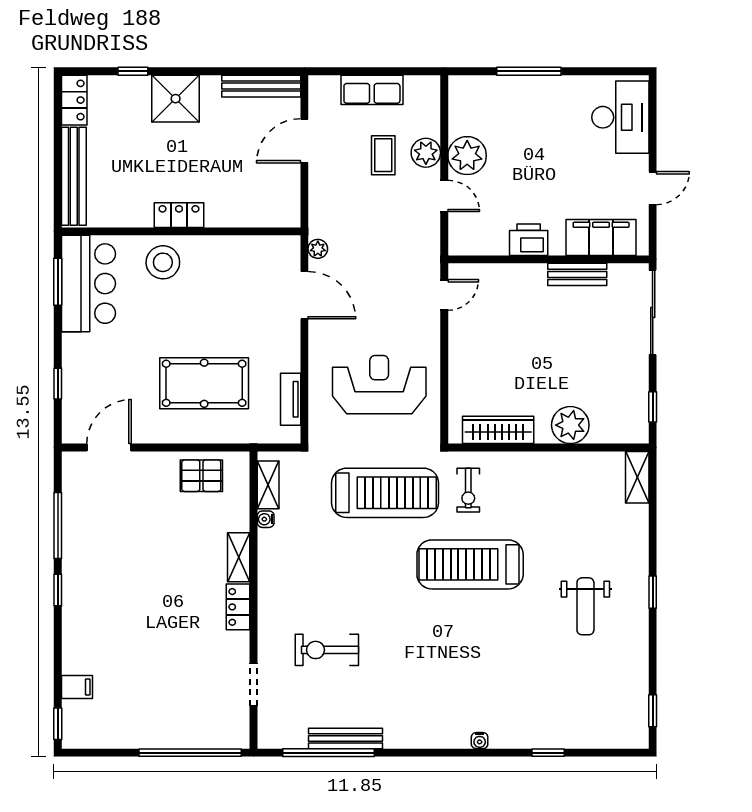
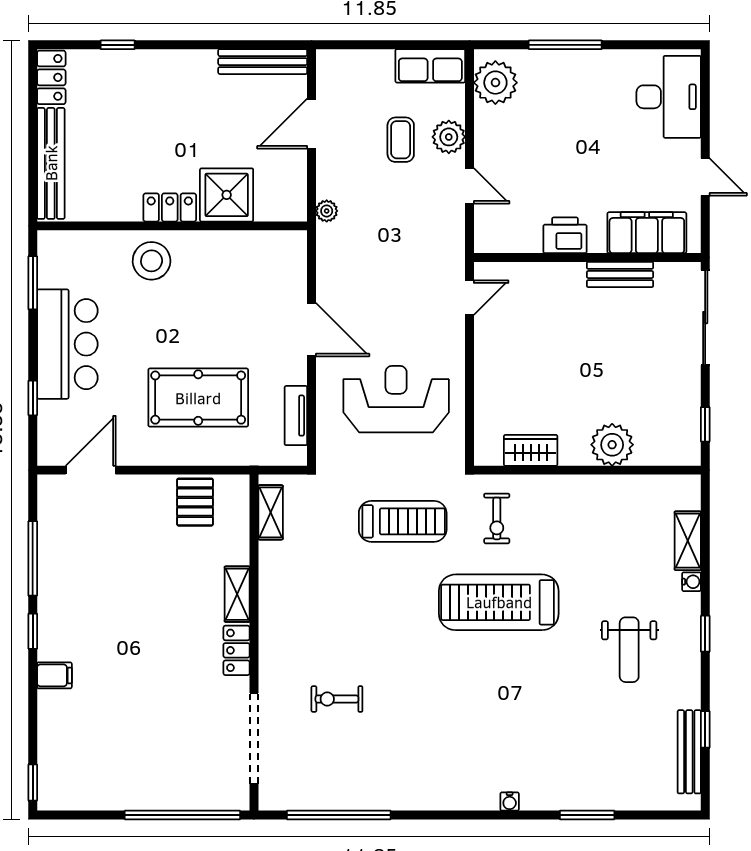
row of seats: (372, 90) -> (430, 66), moved
shower: (176, 99) -> (227, 195), moved
plant: (467, 156) -> (495, 83), moved
door: (653, 188) -> (705, 177), hinge flipped
plant: (318, 249) -> (327, 211), moved
bar counter: (88, 284) -> (67, 344), moved
door: (304, 295) -> (311, 330), moved
wardrobe: (498, 430) -> (531, 450), width x0.67
pallet: (201, 476) -> (195, 502), turned 90
shelving: (637, 477) -> (688, 541), moved
treadmill: (385, 493) -> (403, 521), width x0.73, depth x0.73
water cooler: (266, 519) -> (692, 582), moved, turned 180
exercise bike: (327, 650) -> (337, 699), width x0.73, depth x0.72
doorway: (254, 685) -> (254, 738), width x1.87
filing cabinet: (77, 687) -> (54, 675), moved
window: (653, 711) -> (705, 729), moved
bench: (346, 738) -> (689, 752), moved, turned 90
window: (548, 753) -> (587, 815), width x1.50

